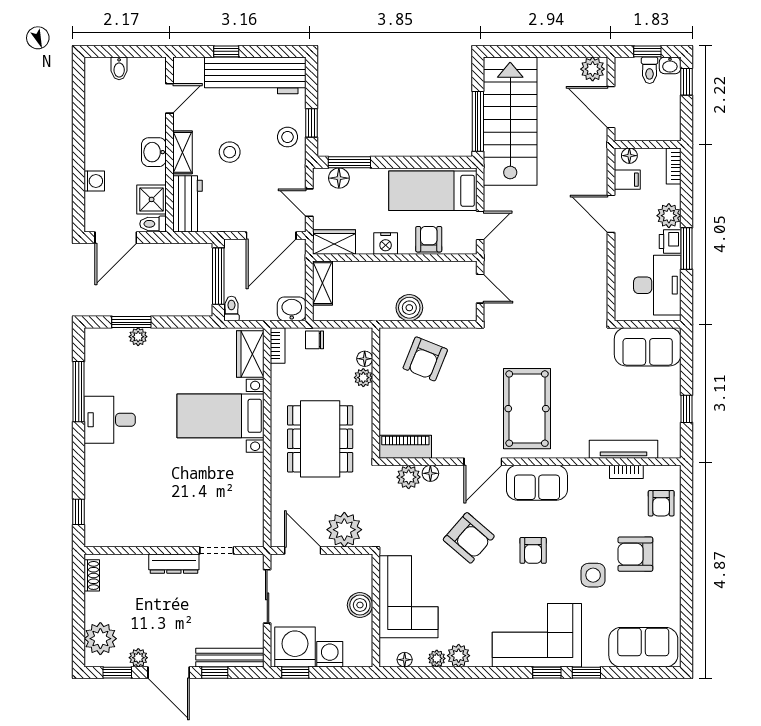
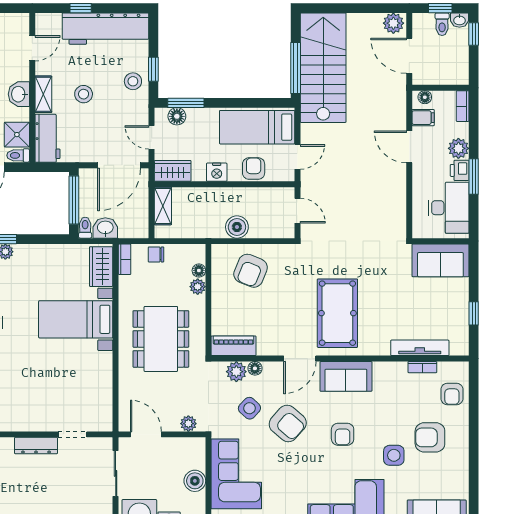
washbasin: (292, 309) -> (105, 228), moved
side table: (424, 520) -> (249, 408), added
plant: (344, 530) -> (188, 424), width x0.53, depth x0.53

